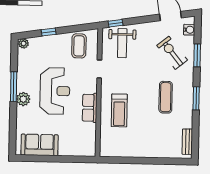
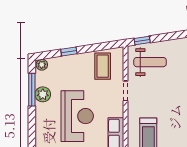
weight bench: (122, 43) -> (150, 62), turned -90
window: (14, 87) -> (32, 90), moved
plant: (23, 99) -> (43, 94), moved

